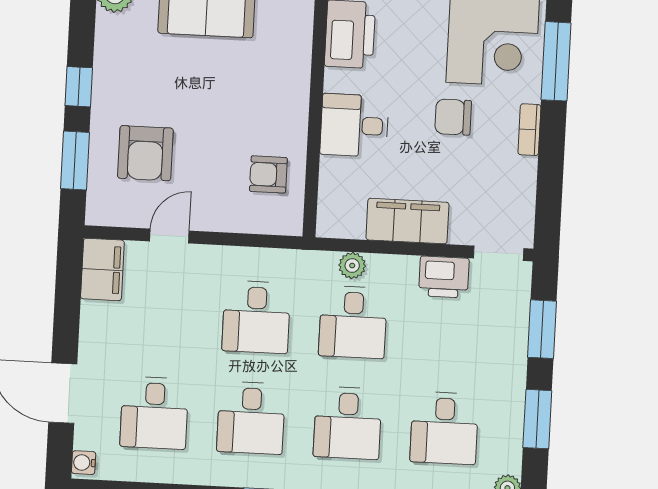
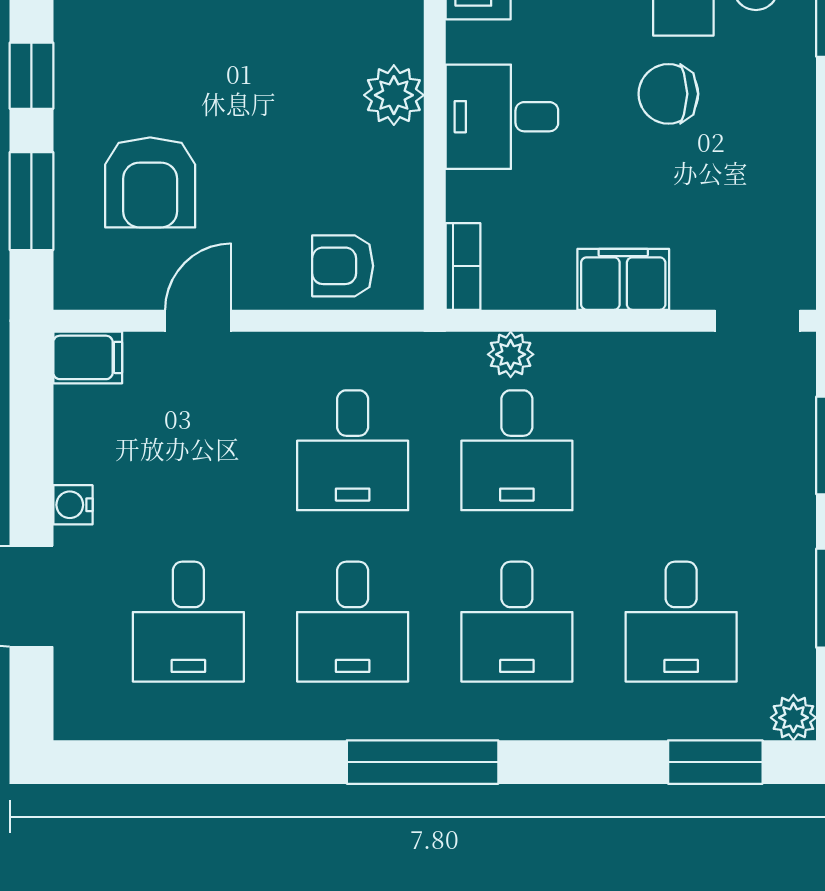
plant: (291, 109) -> (394, 95), added
bookcase: (529, 130) -> (463, 266), moved, turned 180
armchair: (268, 174) -> (343, 266), moved
filing cabinet: (407, 221) -> (623, 279), width x0.67, depth x0.86
filing cabinet: (102, 269) -> (88, 357), width x0.50
printer: (444, 277) -> (667, 366), removed
water cooler: (84, 463) -> (73, 505), moved

